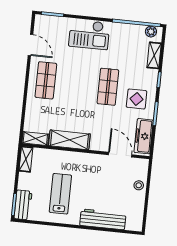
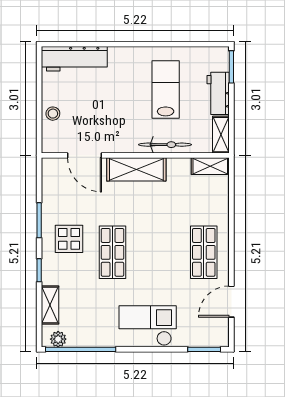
door: (30, 45) -> (231, 302), hinge flipped
freezer: (144, 136) -> (53, 186), removed
shelving: (69, 140) -> (136, 169), moved
bicycle: (65, 156) -> (165, 145), added
lab bench: (60, 194) -> (166, 89), turned 180
workbench: (23, 205) -> (218, 93), moved
workbench: (103, 219) -> (74, 59), moved

